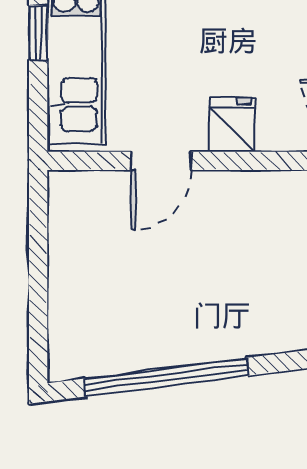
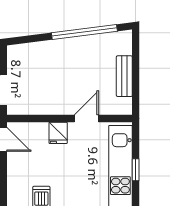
bench: (67, 267) -> (124, 76), added

